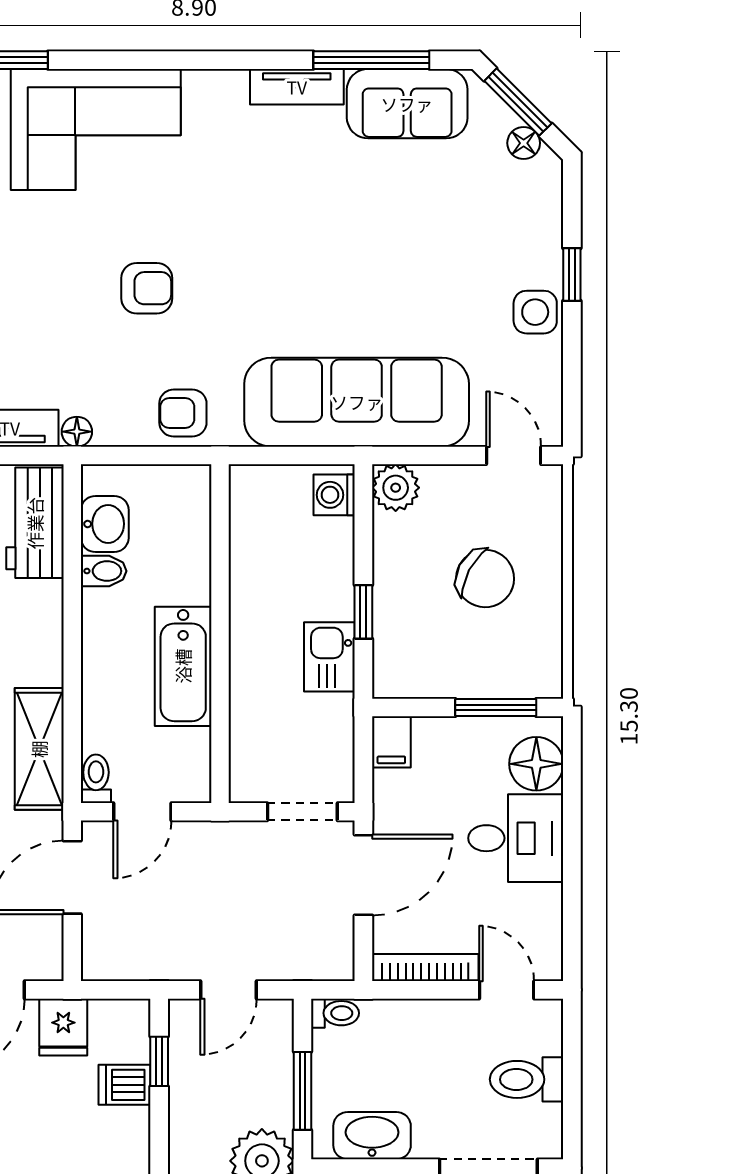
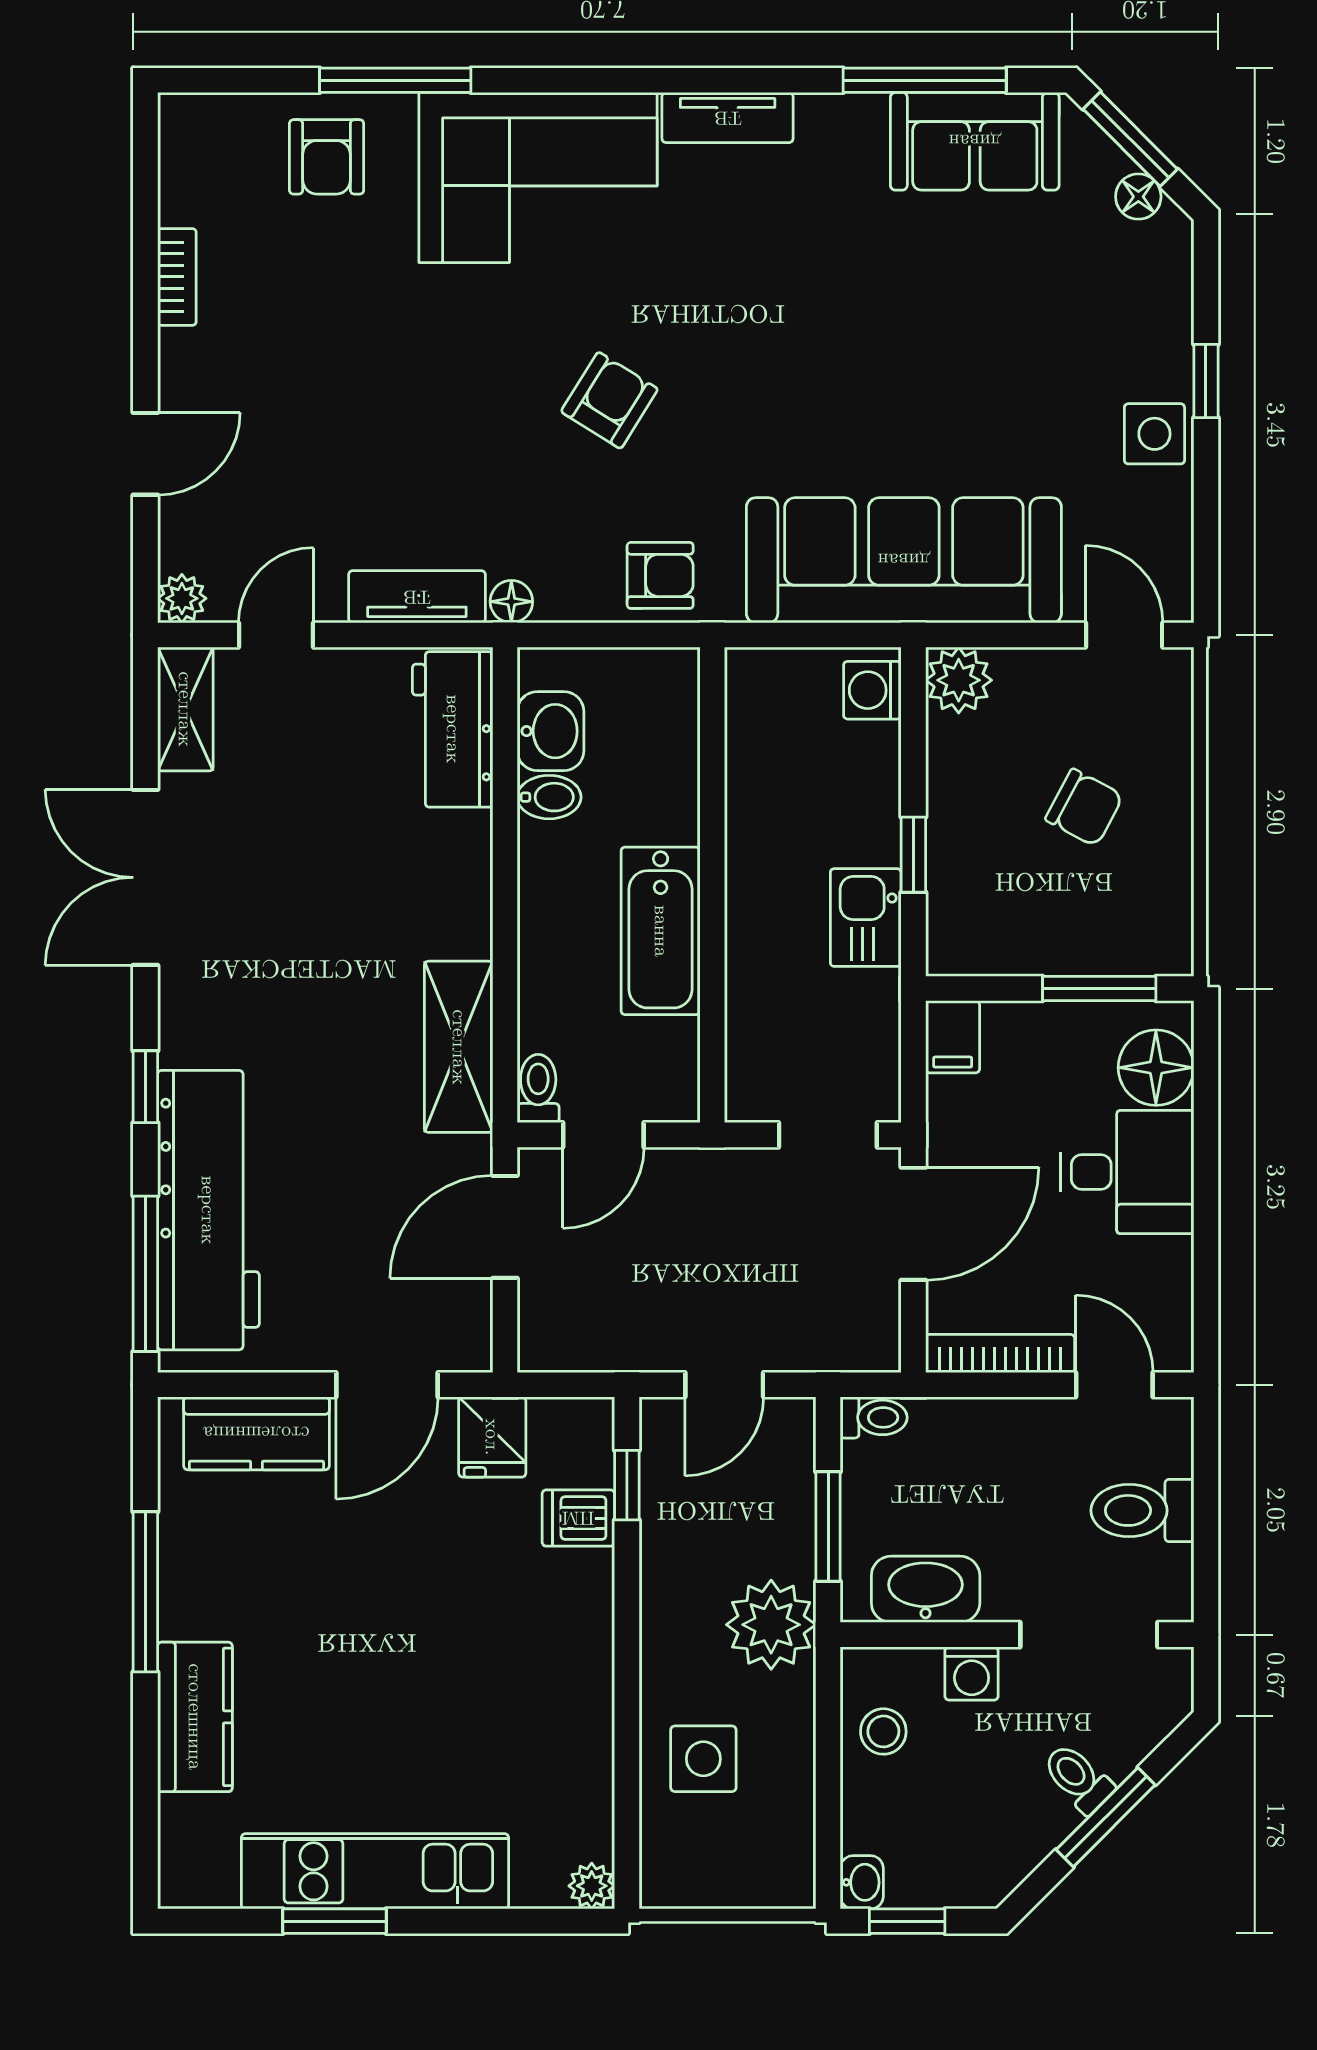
tv unit: (297, 87) -> (728, 118), moved
armchair: (147, 288) -> (609, 400), turned -58
armchair: (183, 413) -> (660, 575), turned 180
chair: (485, 578) -> (1084, 808), width x0.73, depth x0.73

